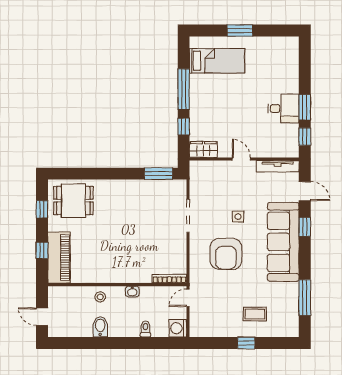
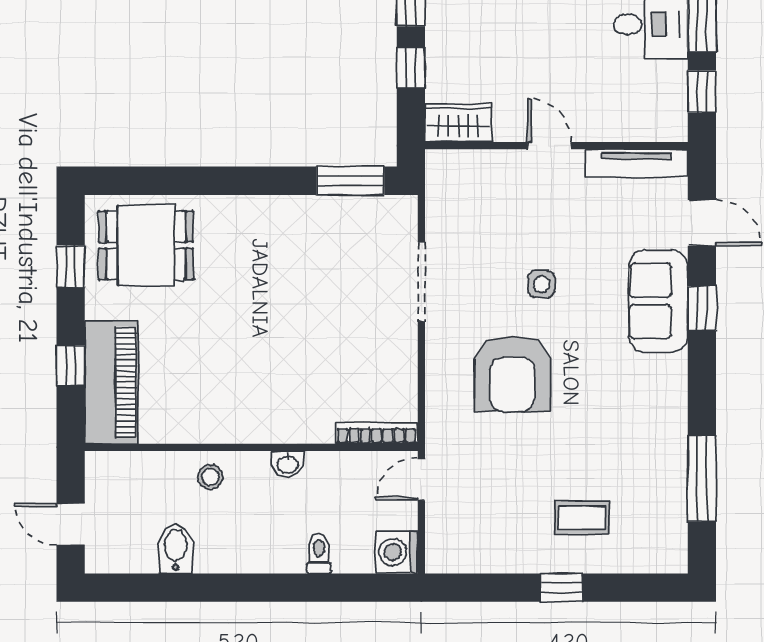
sofa: (283, 242) -> (658, 301), width x0.54, depth x0.79
bidet: (100, 327) -> (176, 549), moved

